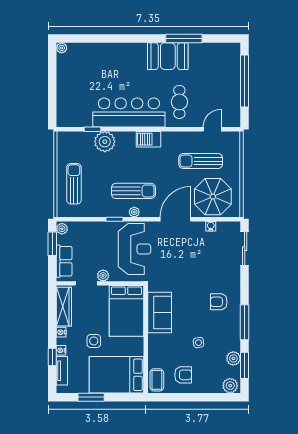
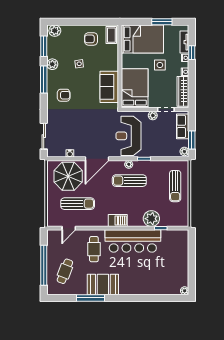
cafe table: (217, 73) -> (65, 271), added
plant: (233, 358) -> (52, 64), moved

